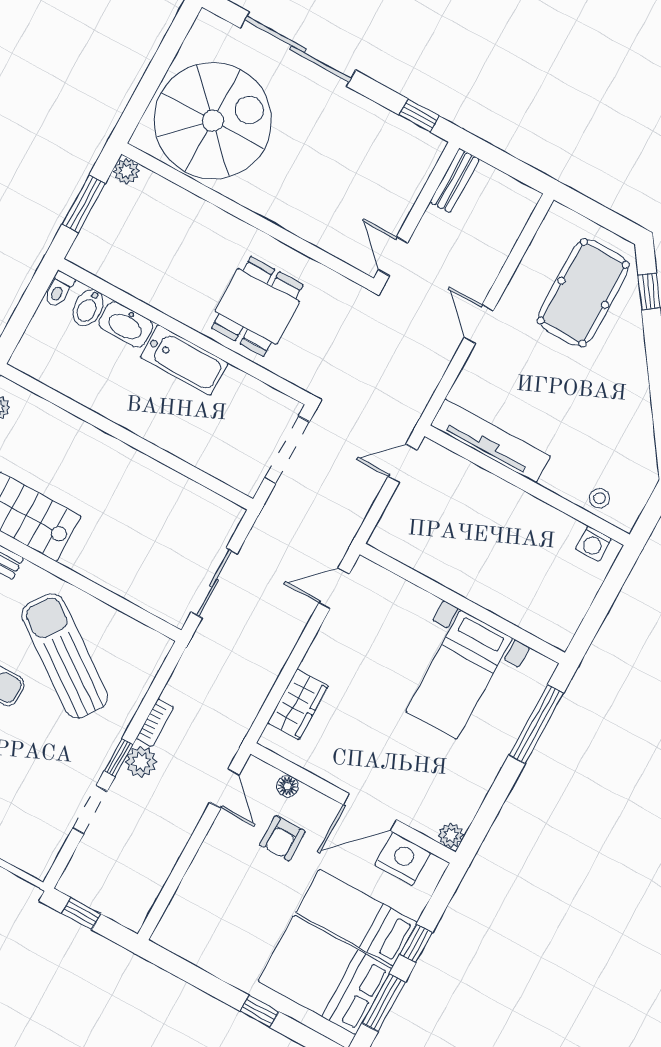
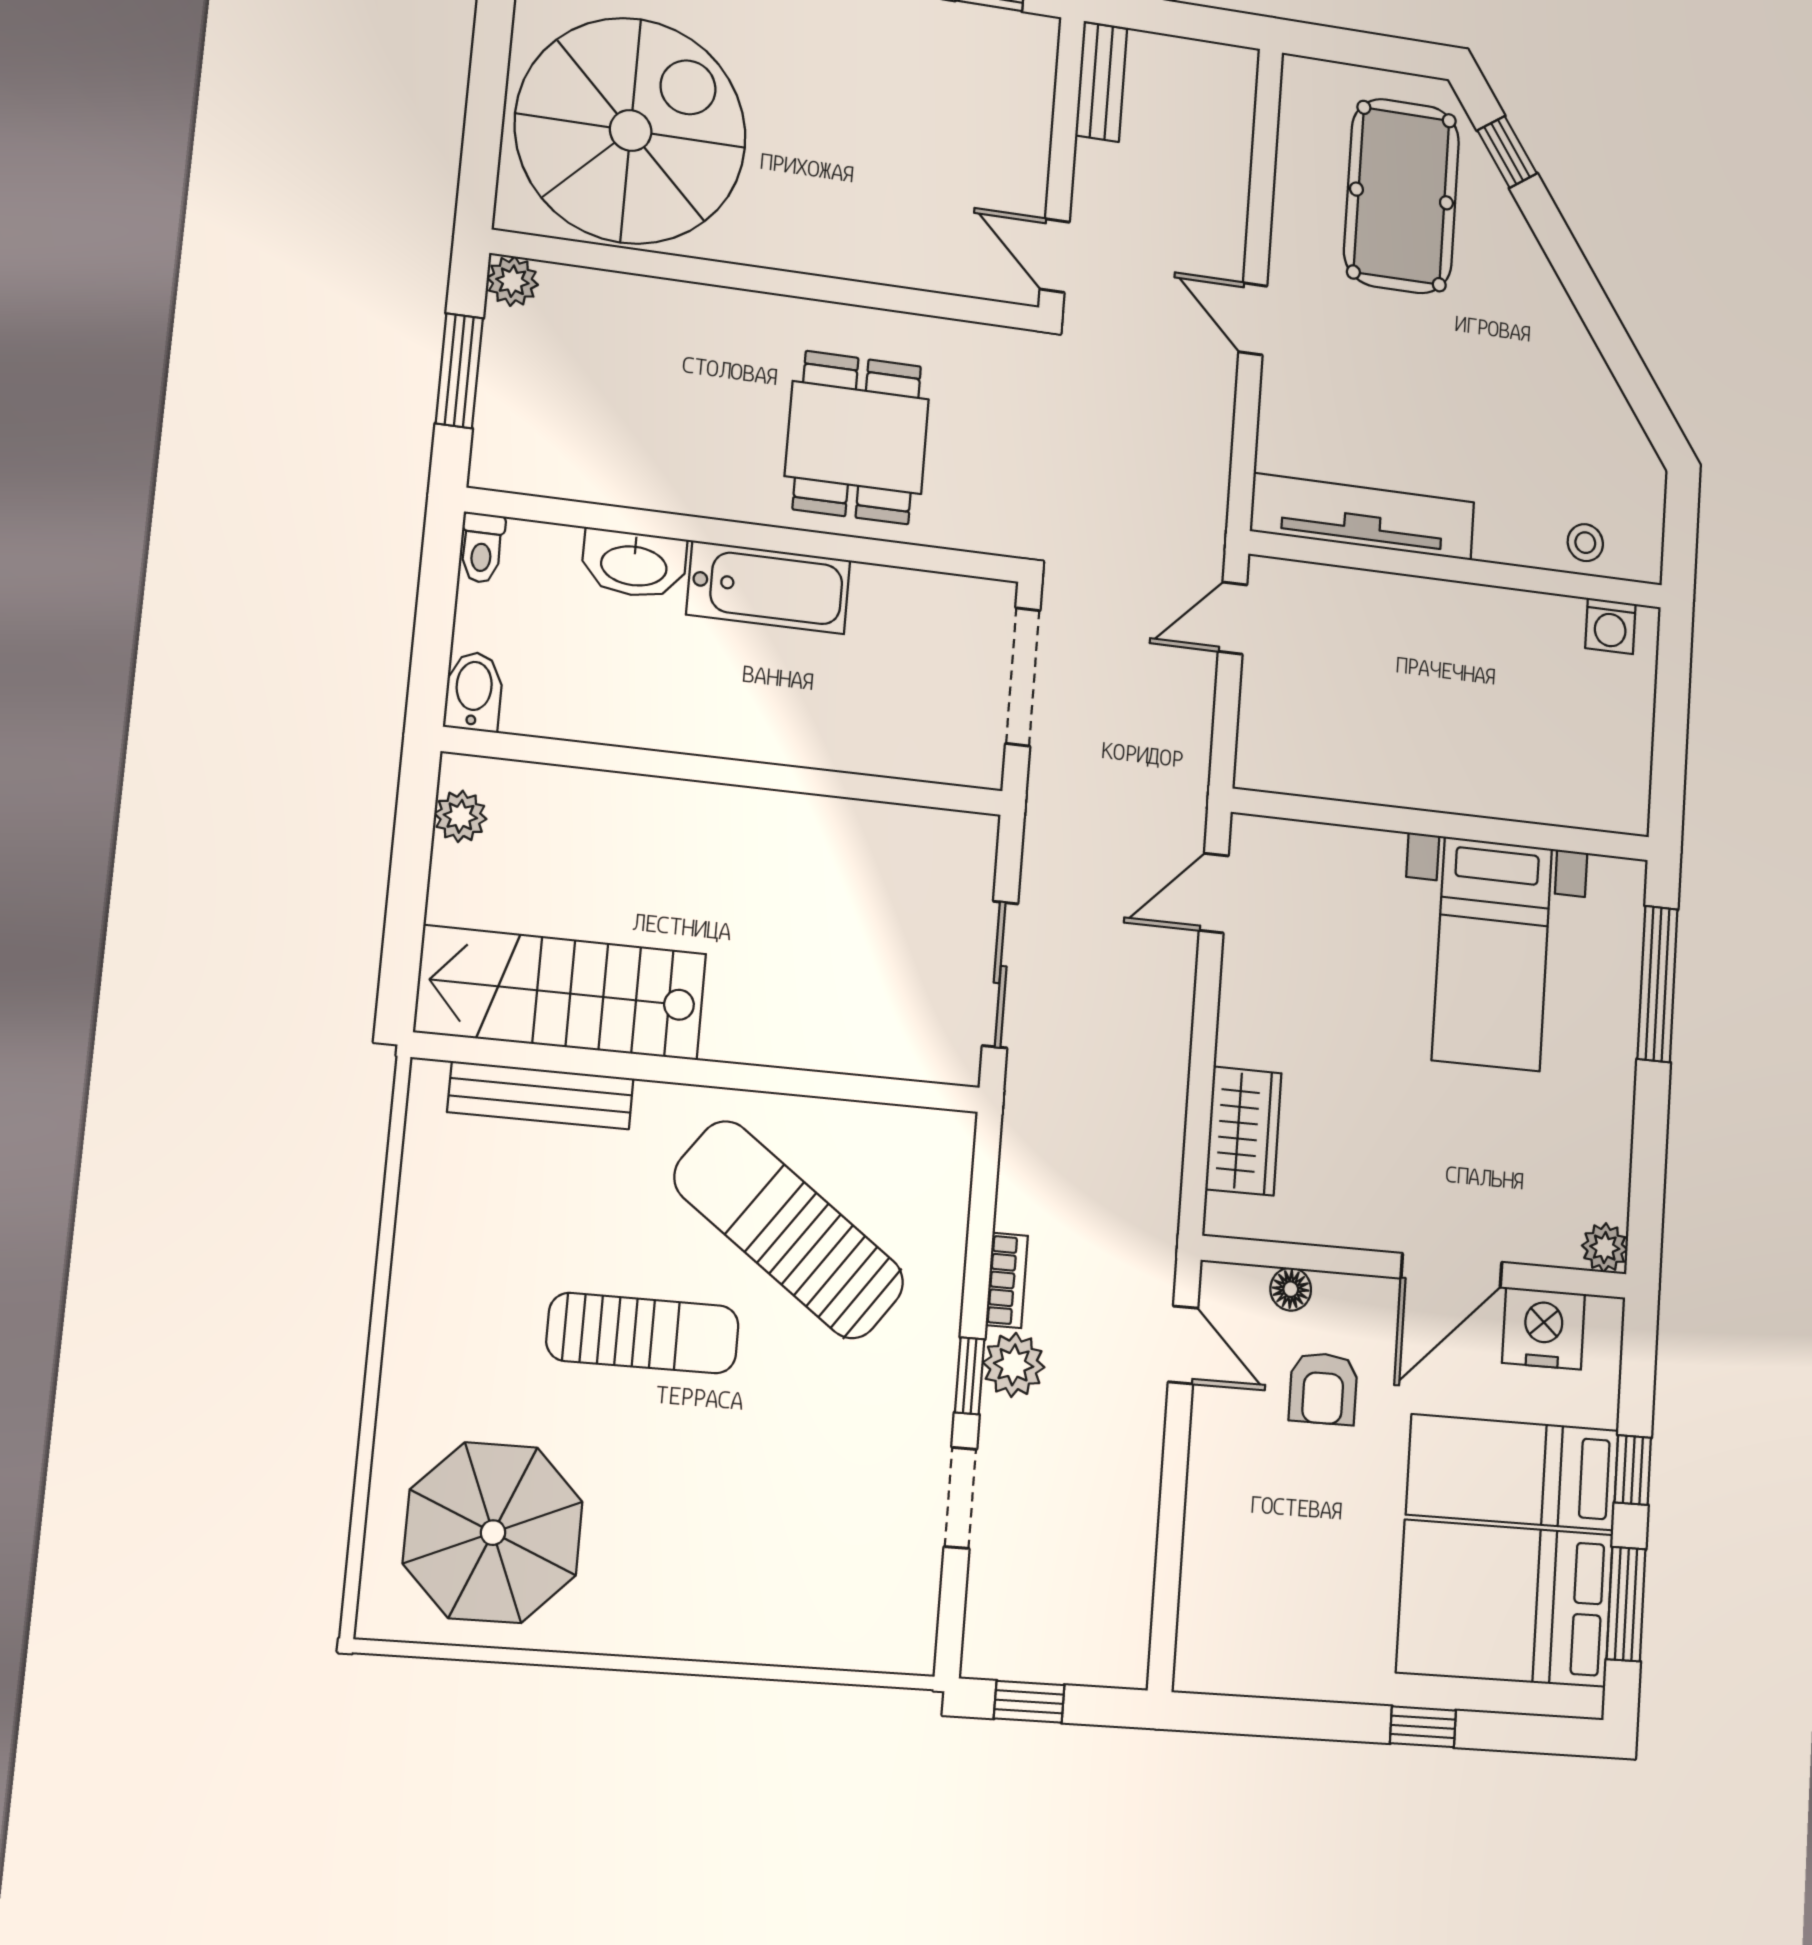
bidet: (88, 308) -> (474, 691), moved, turned 180

